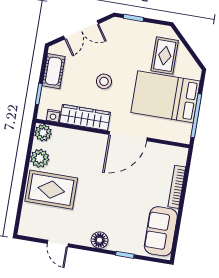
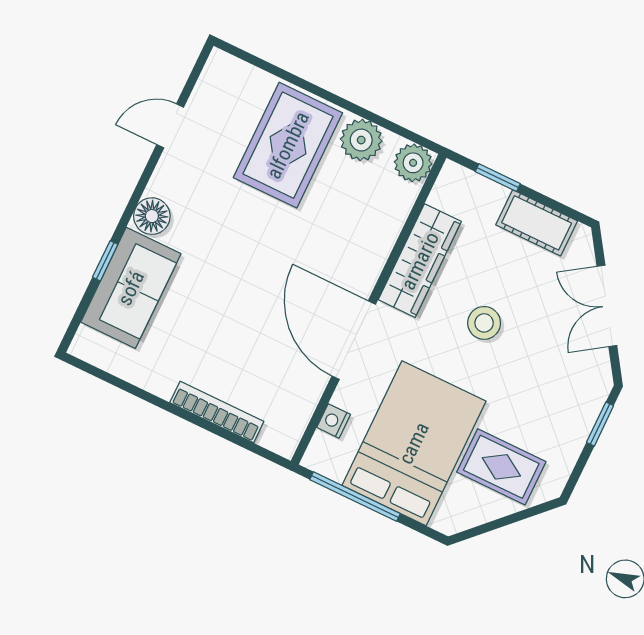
nightstand: (53, 116) -> (334, 421), moved
sofa: (161, 231) -> (131, 288), moved, turned 90

